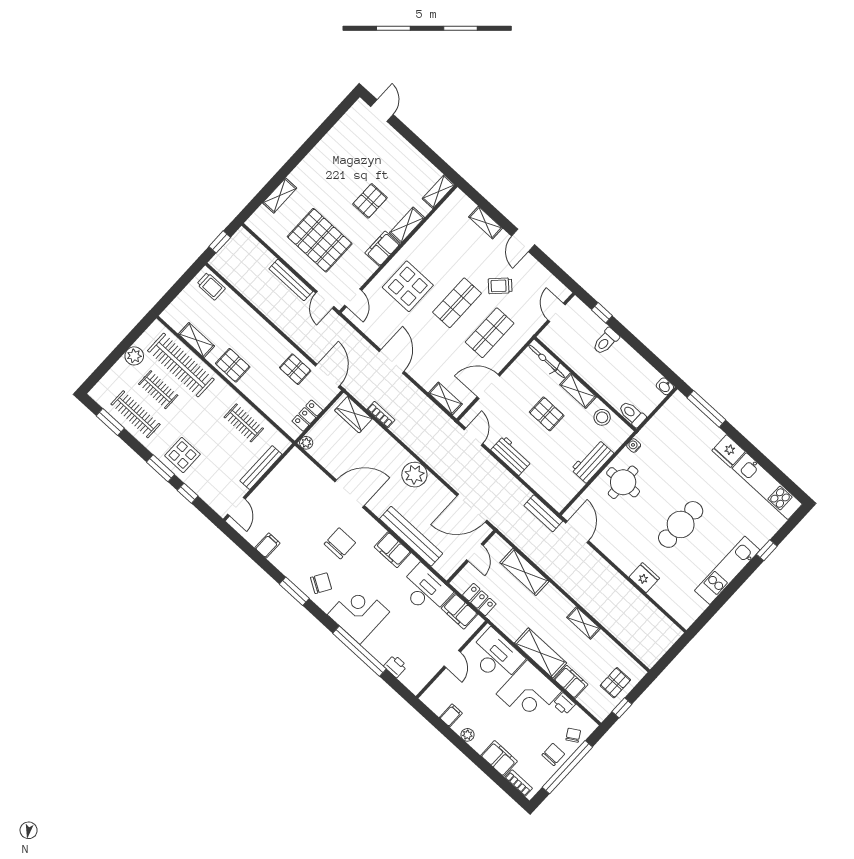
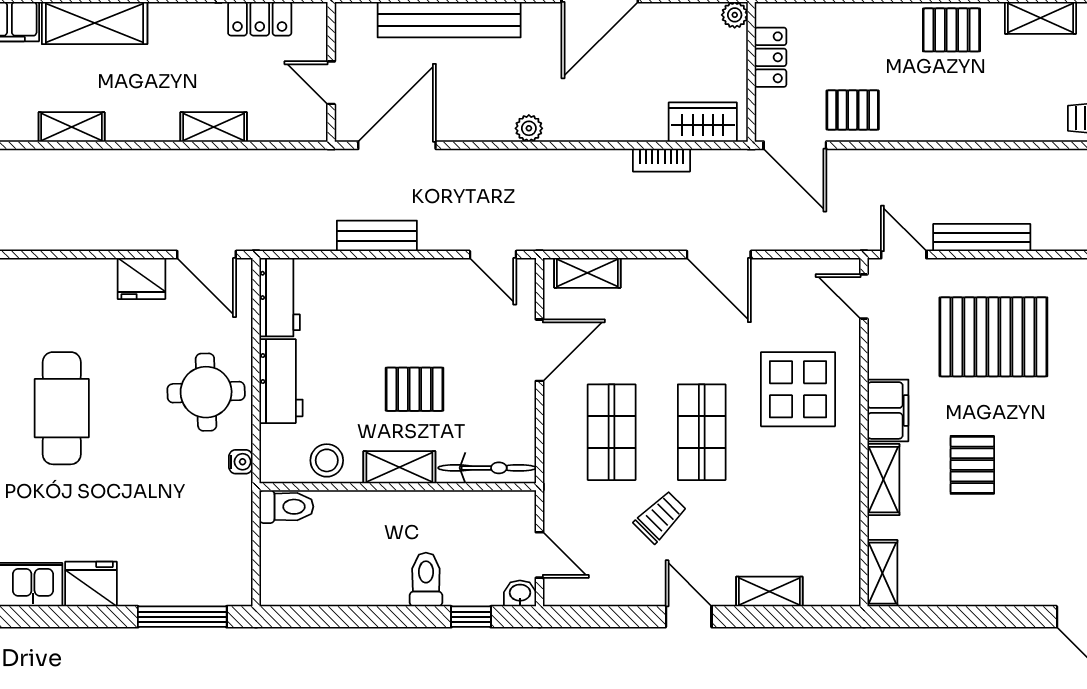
washbasin: (665, 386) -> (520, 593), moved
workbench: (511, 456) -> (280, 297), moved, turned -90
plant: (414, 475) -> (529, 128), width x0.53, depth x0.53
bench: (543, 513) -> (377, 236), moved
shelving: (524, 572) -> (214, 127), width x0.67, depth x0.75
fridge: (644, 578) -> (141, 279), moved

